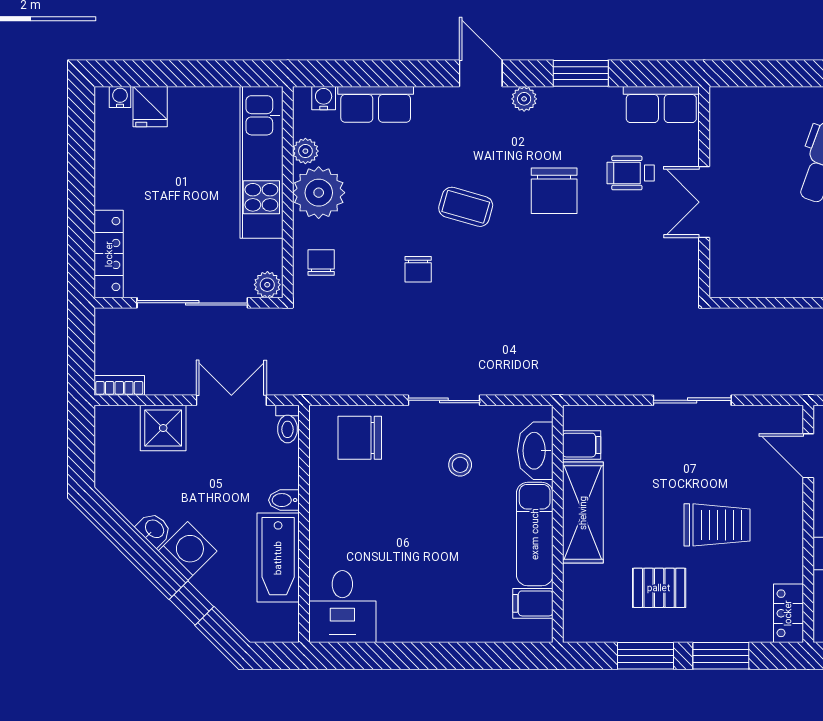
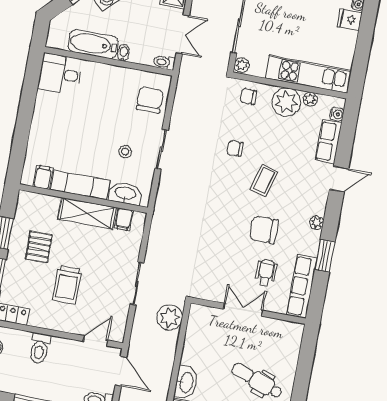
door: (481, 73) -> (339, 179), moved
row of seats: (661, 105) -> (302, 286), width x1.48
chair: (321, 262) -> (248, 96), turned 180
plant: (742, 331) -> (170, 317), added

